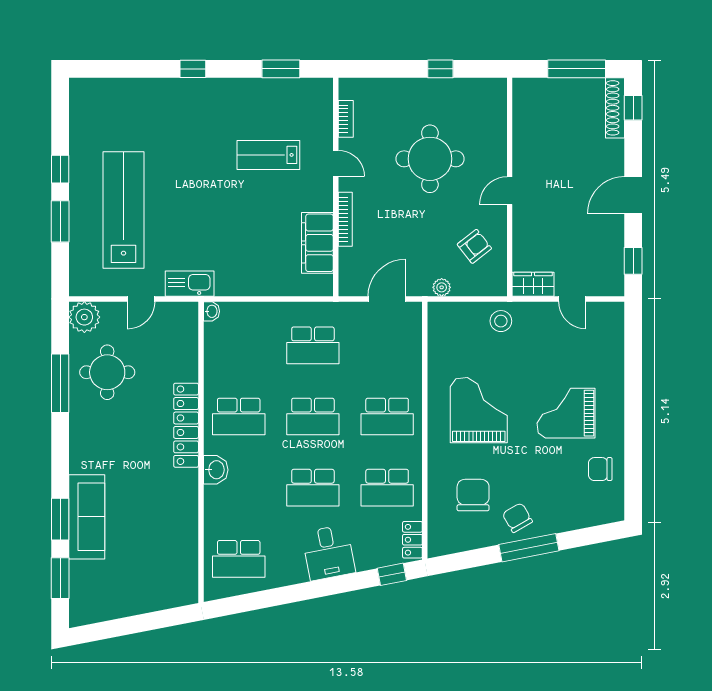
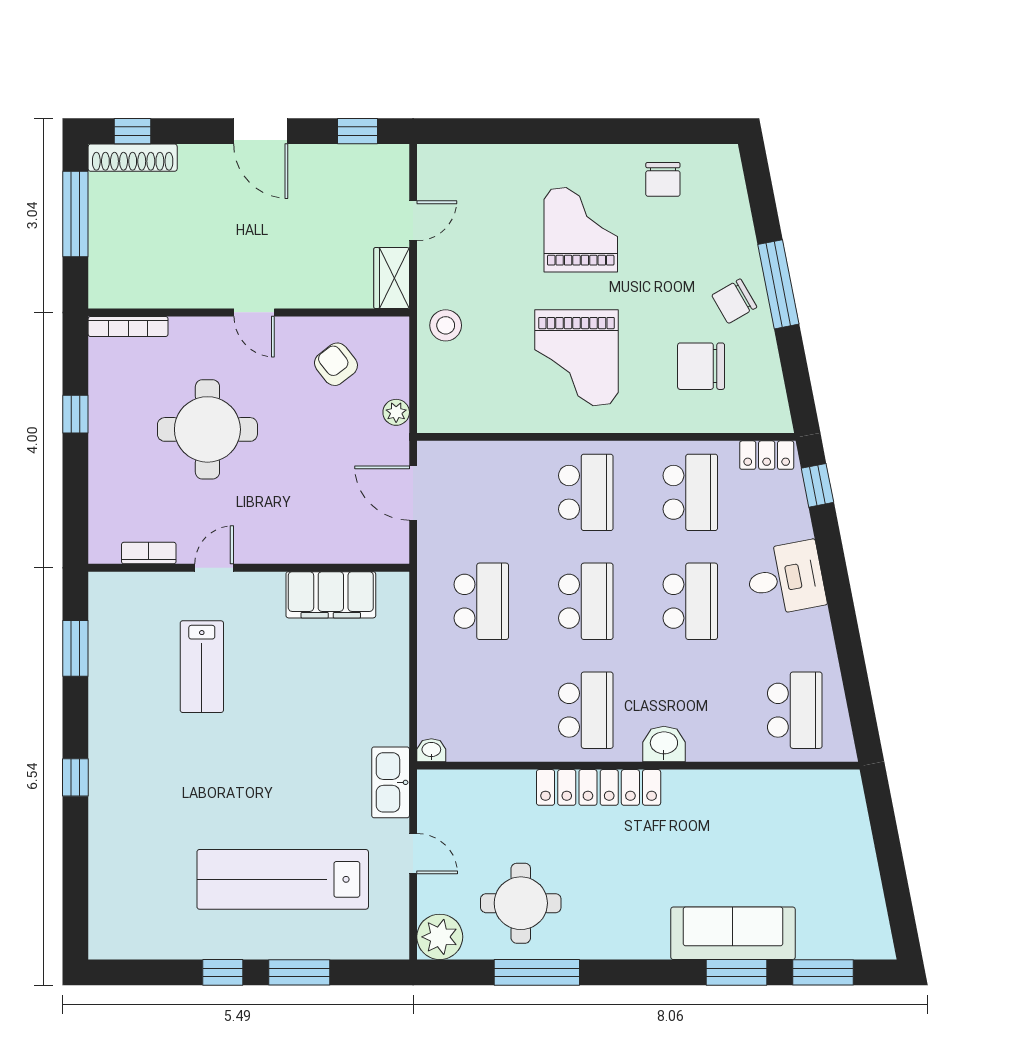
bookcase: (345, 219) -> (128, 326), moved, turned 180
grand piano: (479, 410) -> (576, 358), turned -90
grand piano: (566, 413) -> (581, 230), turned 180

